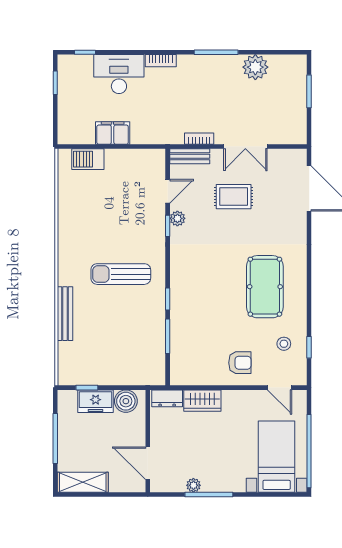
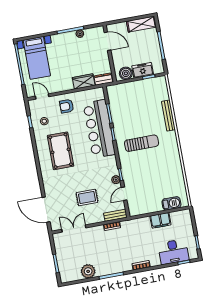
desk: (119, 74) -> (173, 252), moved
double door: (245, 147) -> (74, 229), moved
bar counter: (190, 313) -> (99, 129), added

